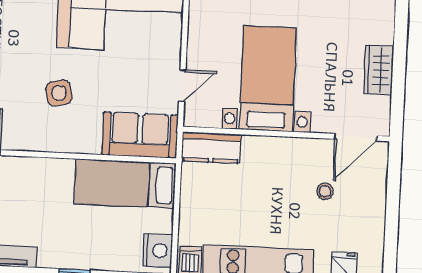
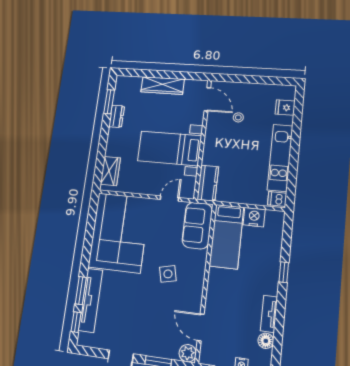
wardrobe: (379, 70) -> (163, 86), width x1.50
door: (182, 86) -> (169, 198), hinge flipped
nightstand: (158, 251) -> (254, 217), moved

